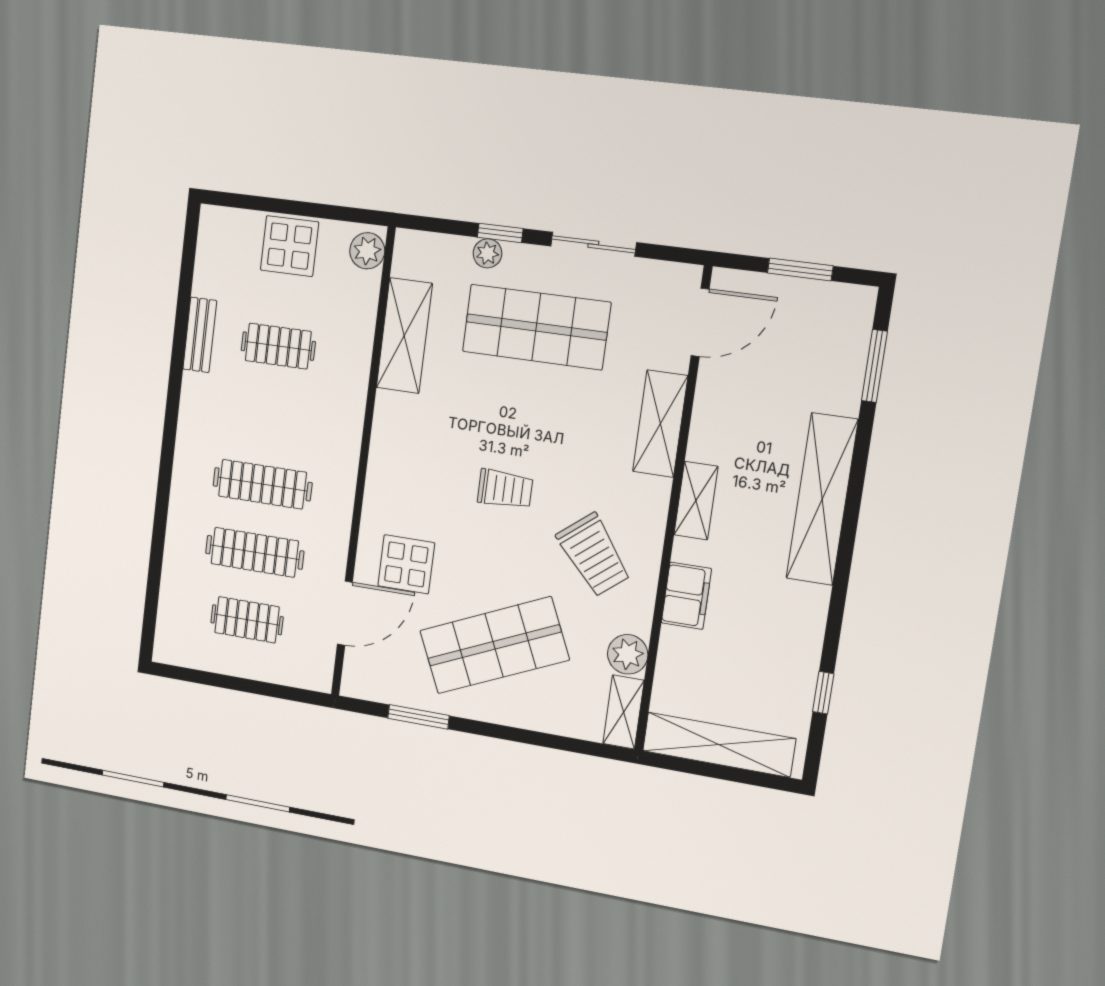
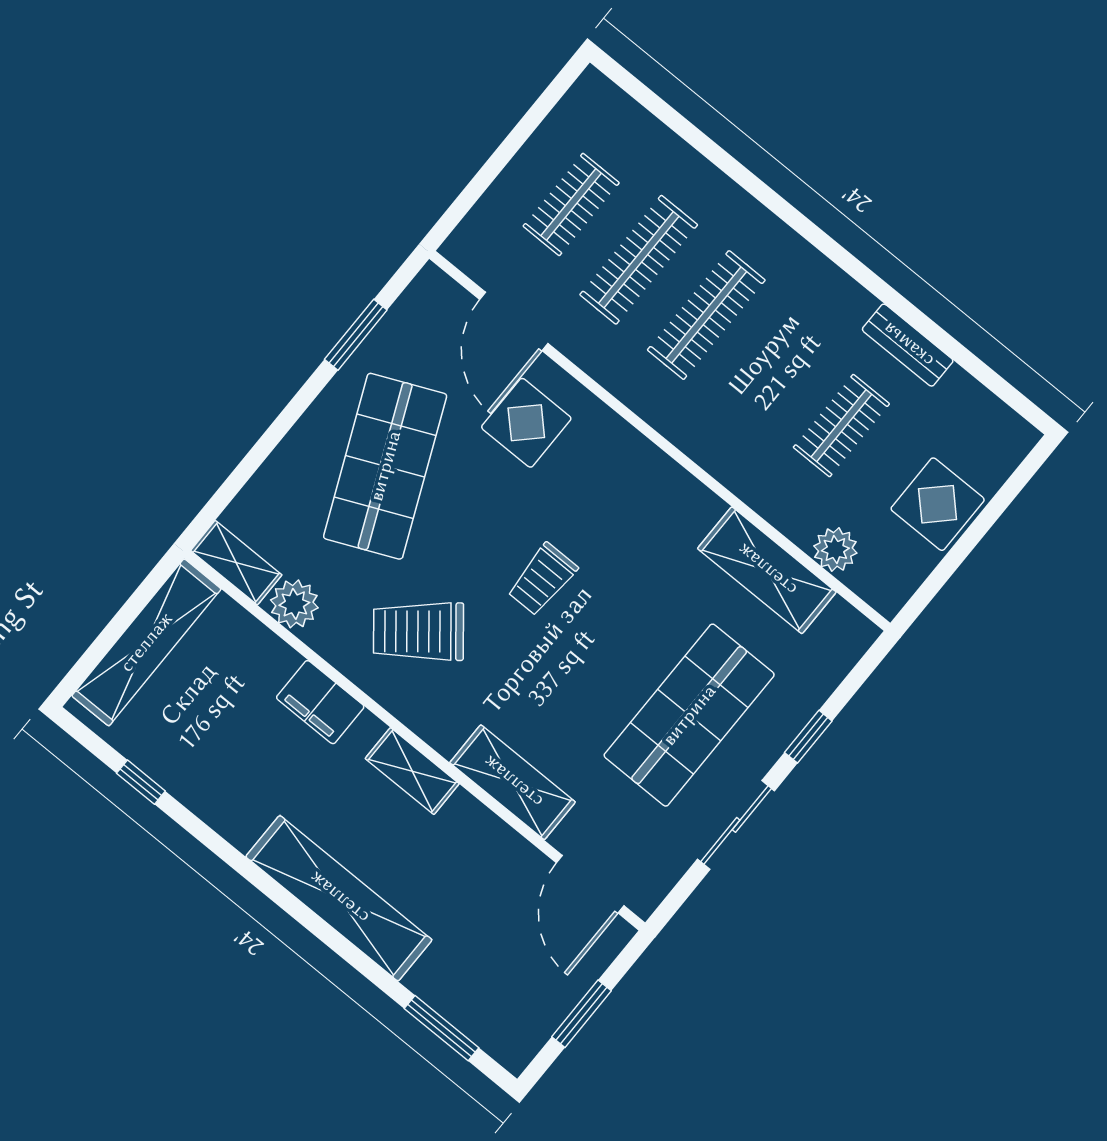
plant: (367, 251) -> (835, 549), moved
plant: (487, 253) -> (796, 711), removed

